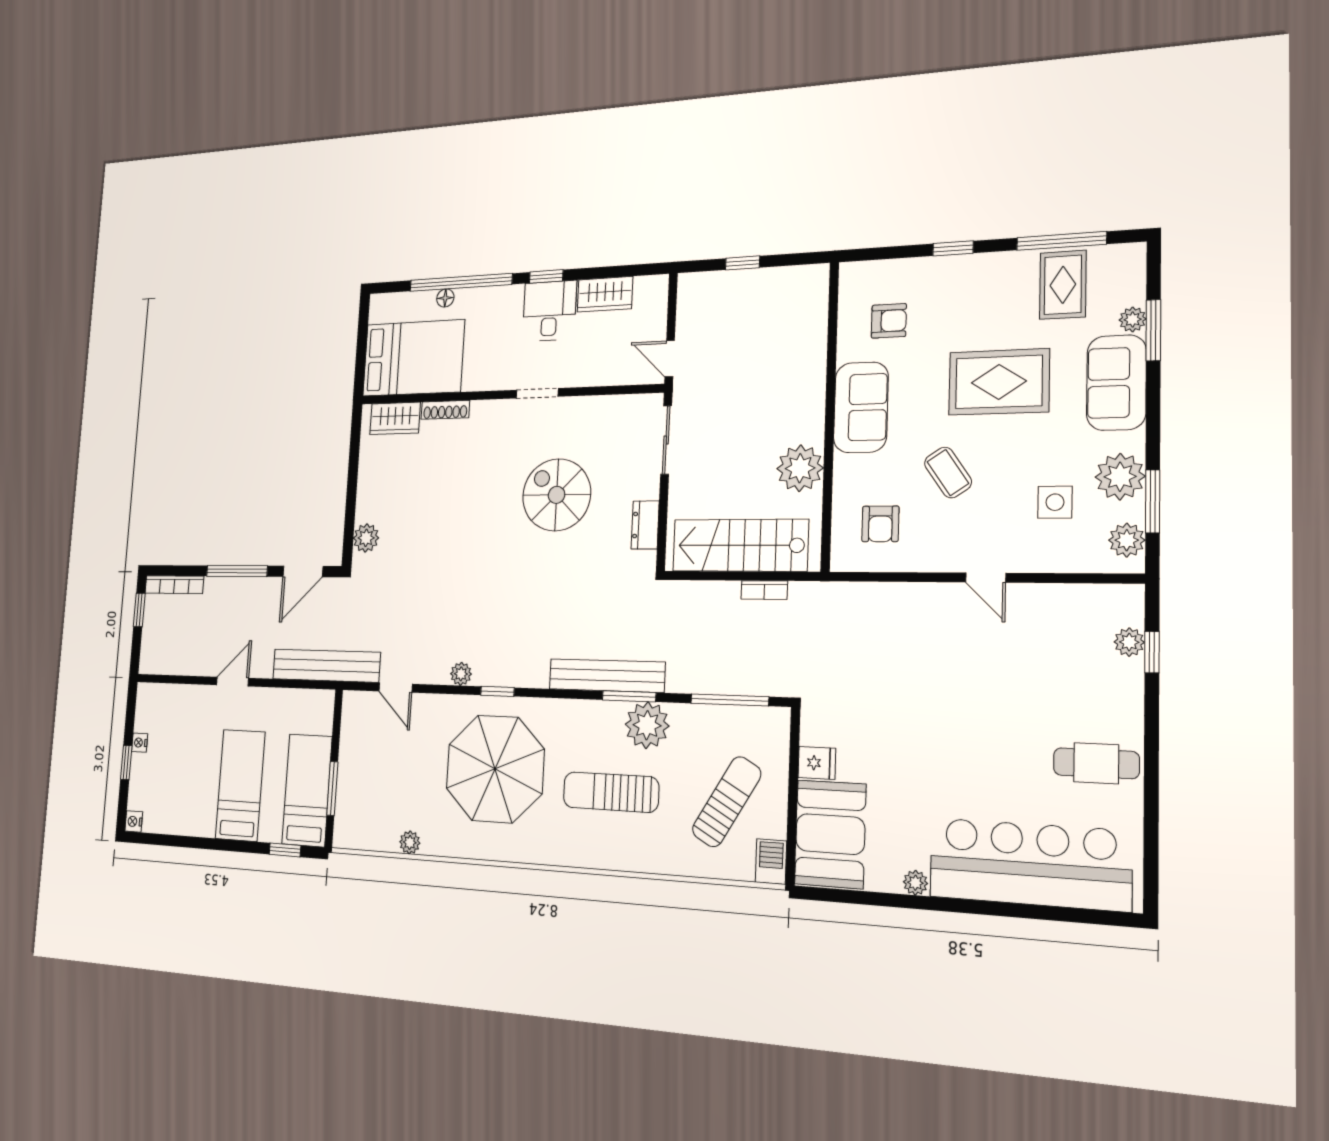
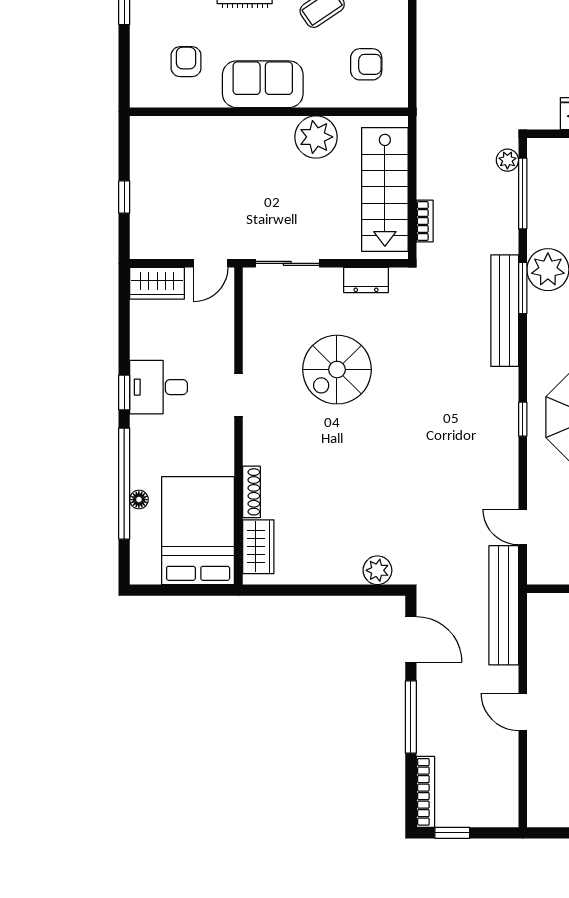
wardrobe: (605, 294) -> (157, 283), moved, turned 90
bookcase: (764, 590) -> (425, 221), moved
plant: (461, 674) -> (507, 160), moved
door: (396, 688) -> (523, 527), swing flipped

